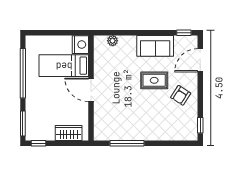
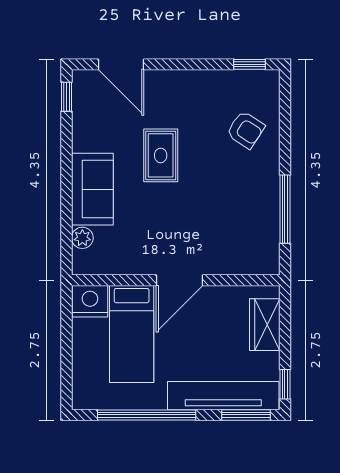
sofa: (155, 46) -> (92, 189), moved
armchair: (181, 95) -> (246, 130), moved
tv unit: (33, 112) -> (223, 396), added

